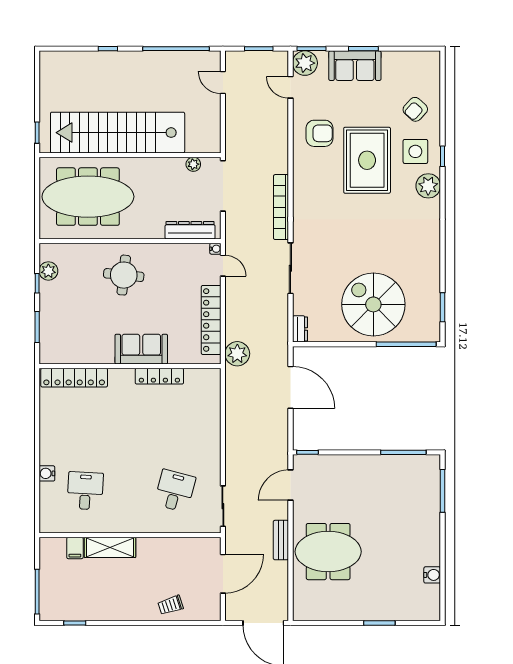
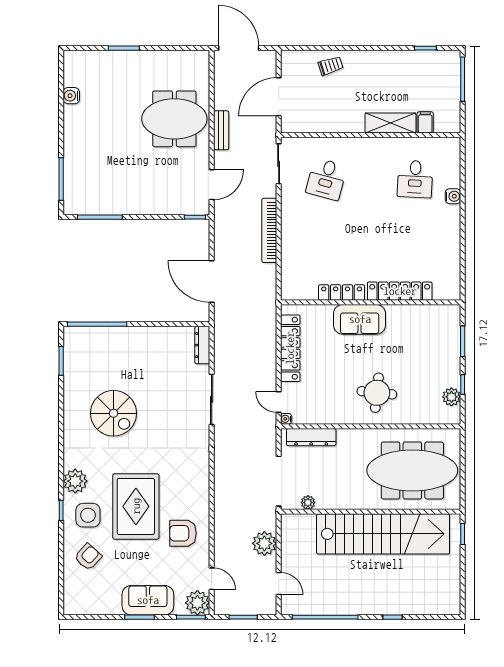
bookcase: (281, 207) -> (269, 230), moved, turned 180
spiral stairs: (373, 304) -> (114, 413), moved, width x0.73, depth x0.73
dresser: (300, 329) -> (202, 345), width x1.44
plant: (237, 354) -> (264, 543), moved
locker: (74, 378) -> (400, 291), moved

